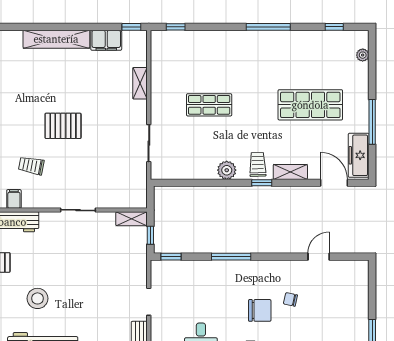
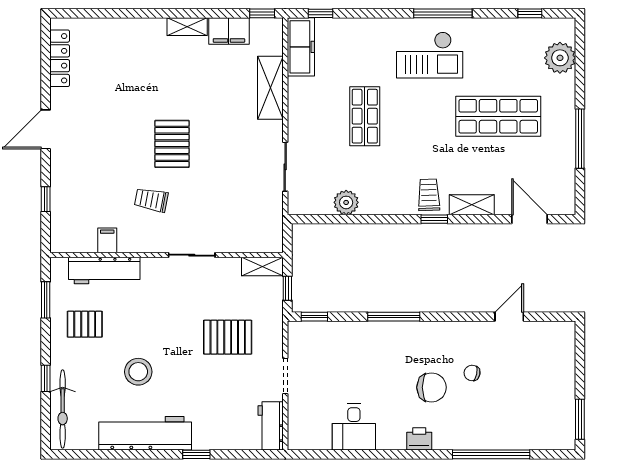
shelving: (56, 39) -> (187, 27), width x0.45, depth x0.75
plant: (363, 55) -> (560, 58), width x1.87, depth x1.87
checkout: (258, 58) -> (430, 55), added
shelving: (140, 83) -> (270, 88), width x1.50, depth x1.33
shop shelf: (209, 105) -> (365, 116), turned 90
pallet: (63, 126) -> (172, 144), turned 90
freezer: (359, 155) -> (301, 47), moved, turned 180
trolley: (31, 166) -> (151, 200), moved
plant: (227, 170) -> (346, 202), moved
pallet: (105, 272) -> (228, 337), added

